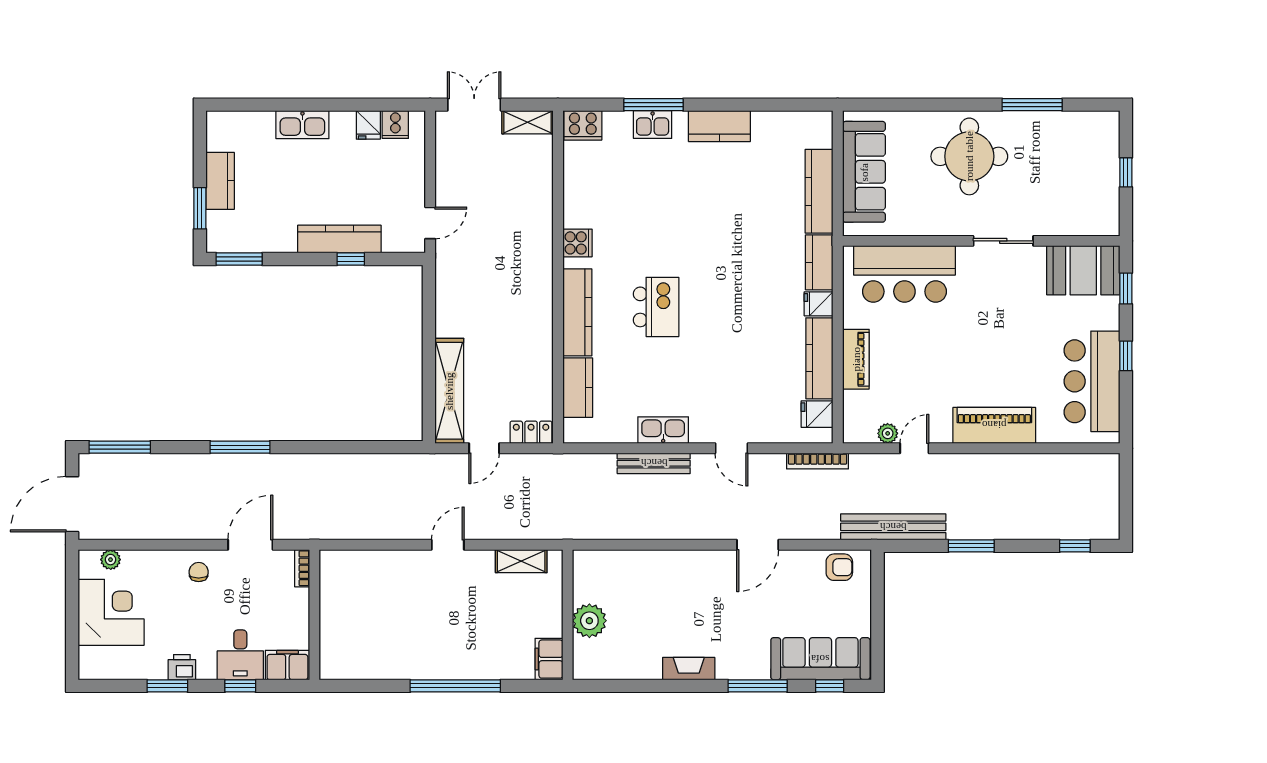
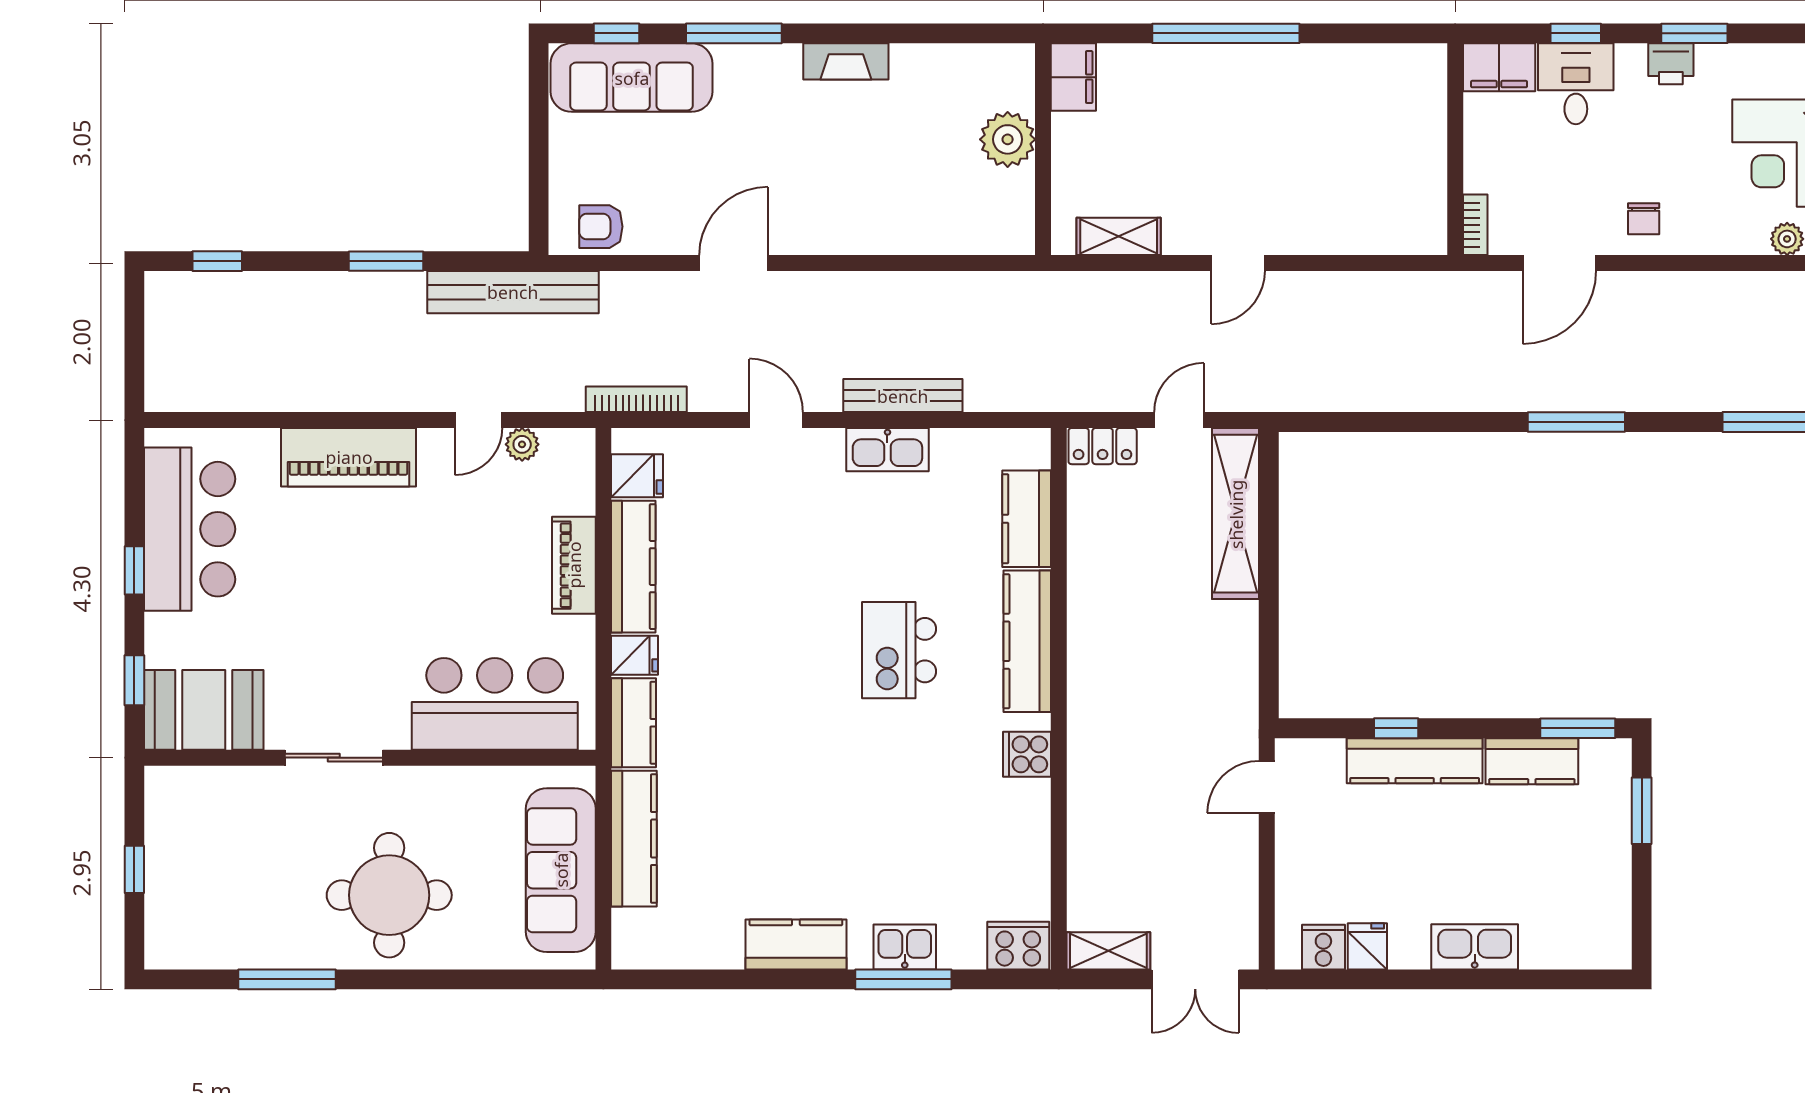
kitchen counter: (220, 181) -> (1532, 761), moved, turned -90

